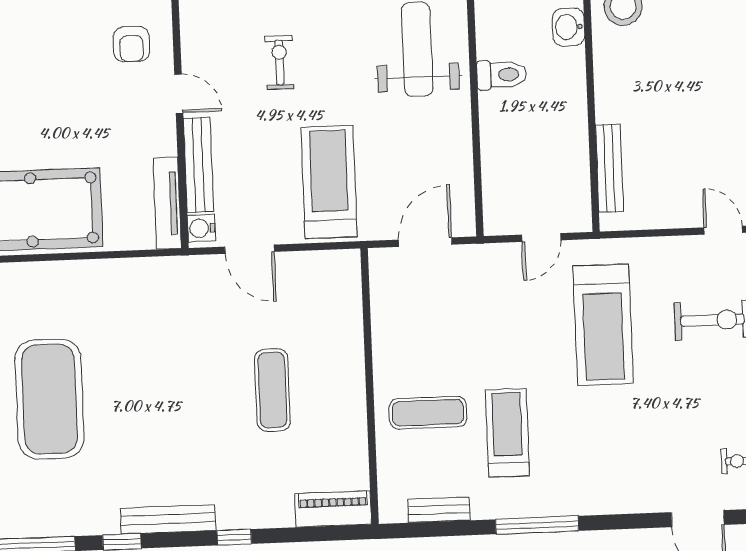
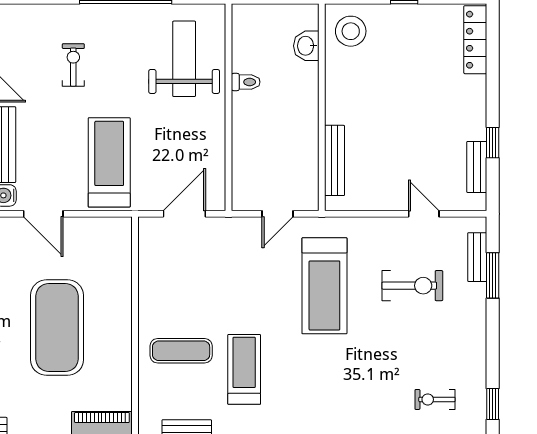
toilet: (502, 75) -> (246, 82), width x0.73, depth x0.72
exercise mat: (272, 390) -> (57, 328), width x2.00, depth x1.45

